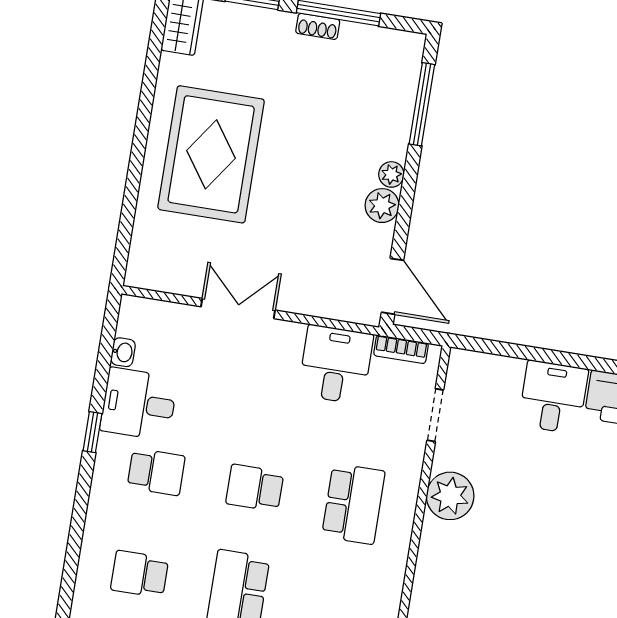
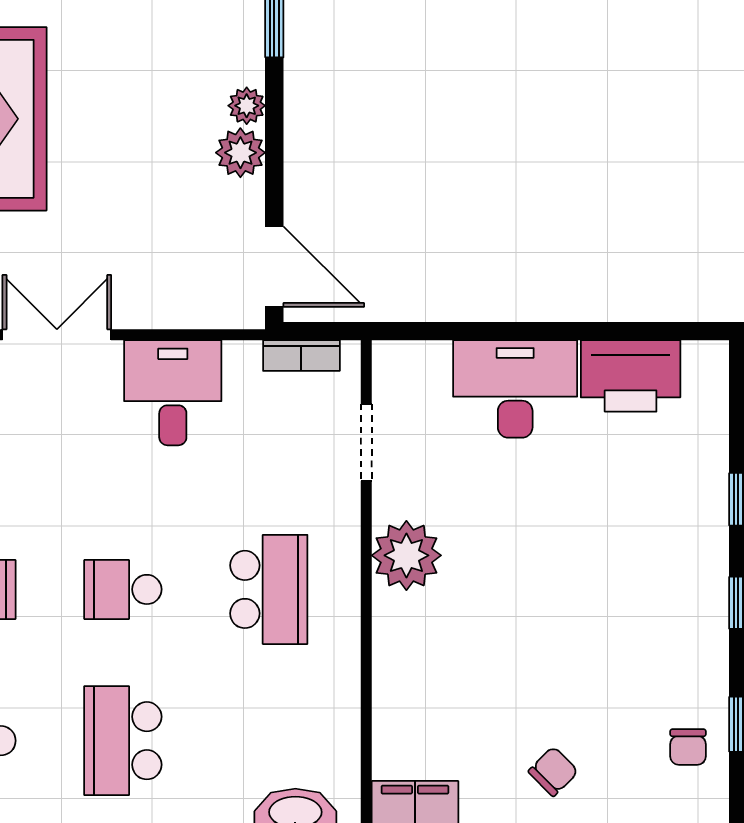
desk: (336, 364) -> (173, 393), moved
desk: (553, 397) -> (515, 389), width x1.37

